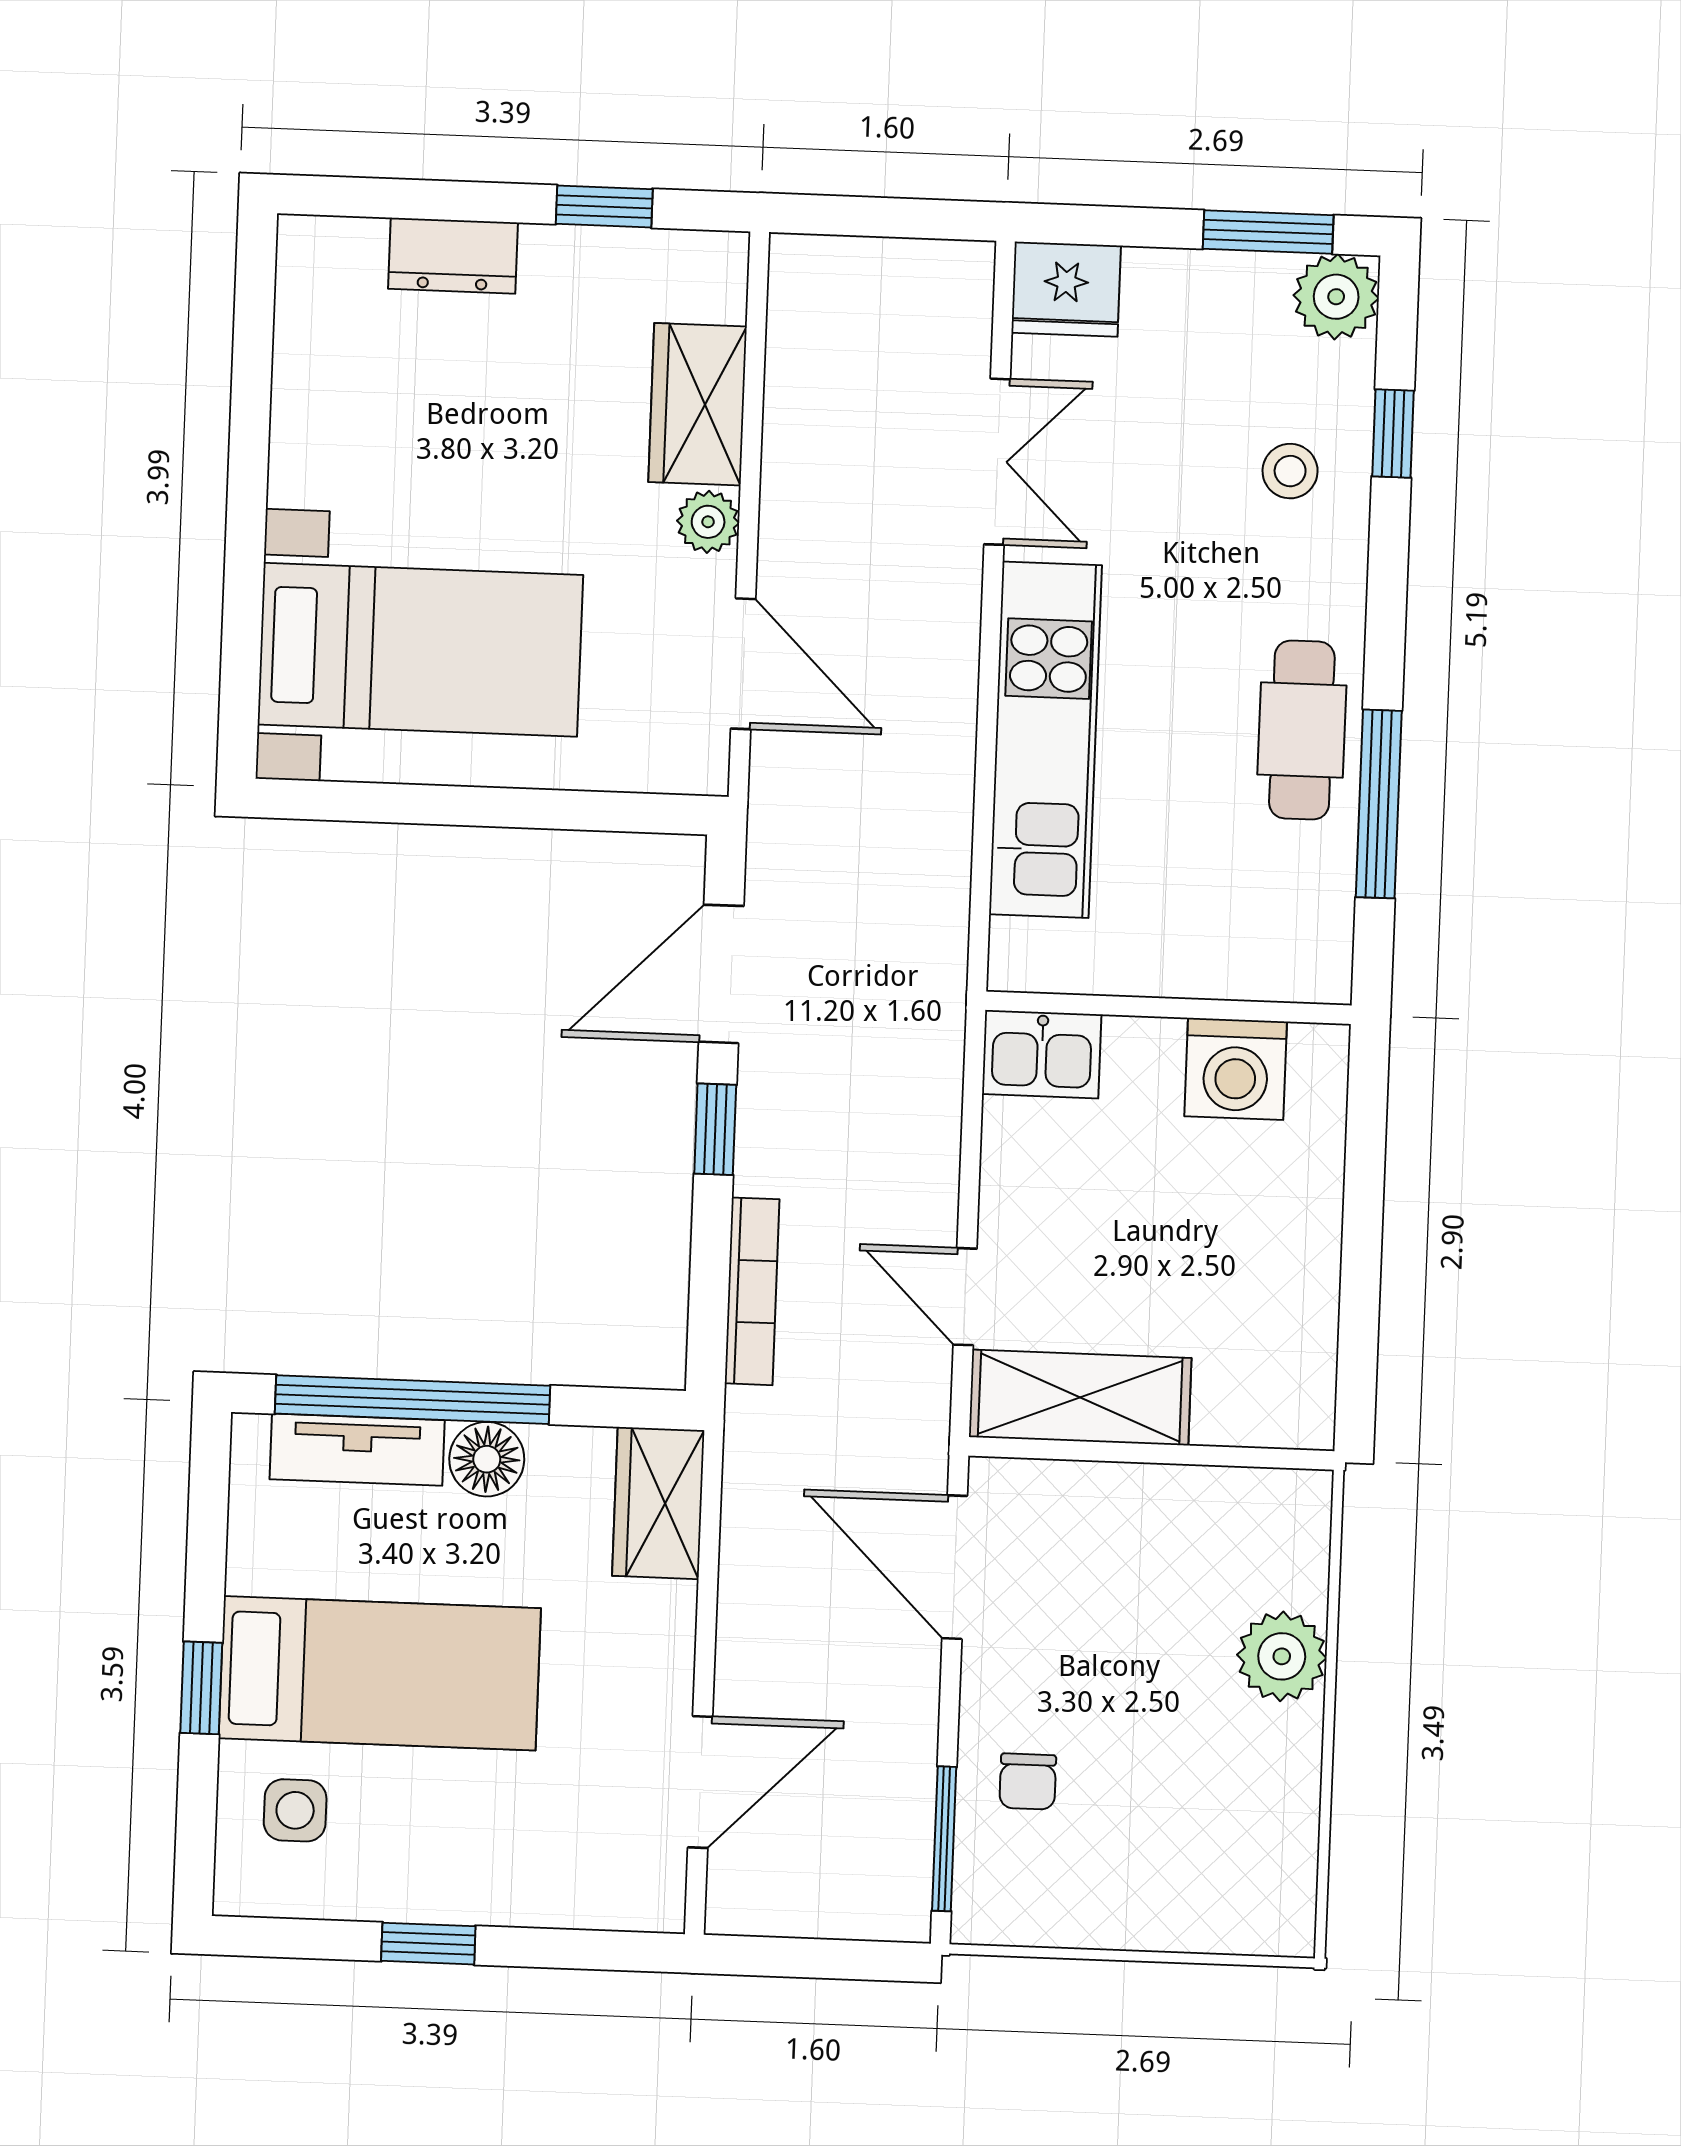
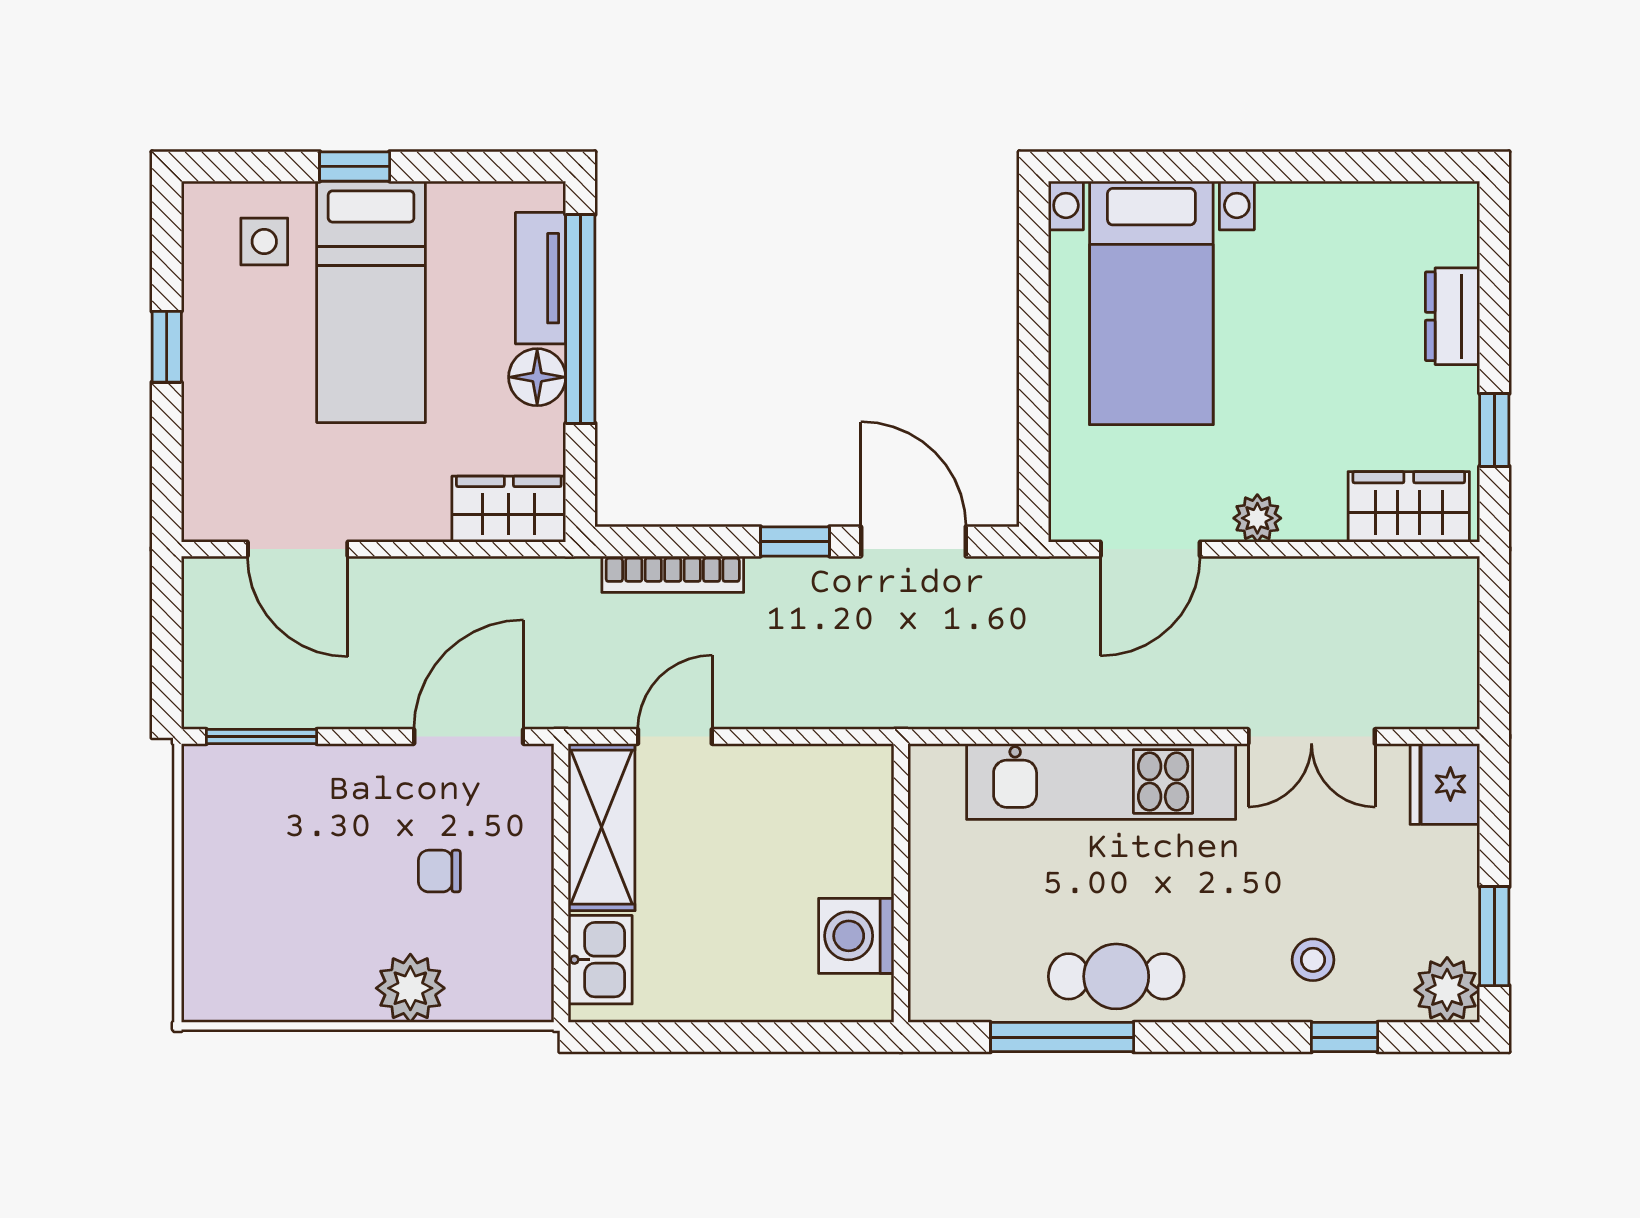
wardrobe: (698, 404) -> (1409, 507), moved
kitchen sink: (1042, 1054) -> (600, 960), moved, turned 180
chair: (1028, 1781) -> (439, 871), moved

